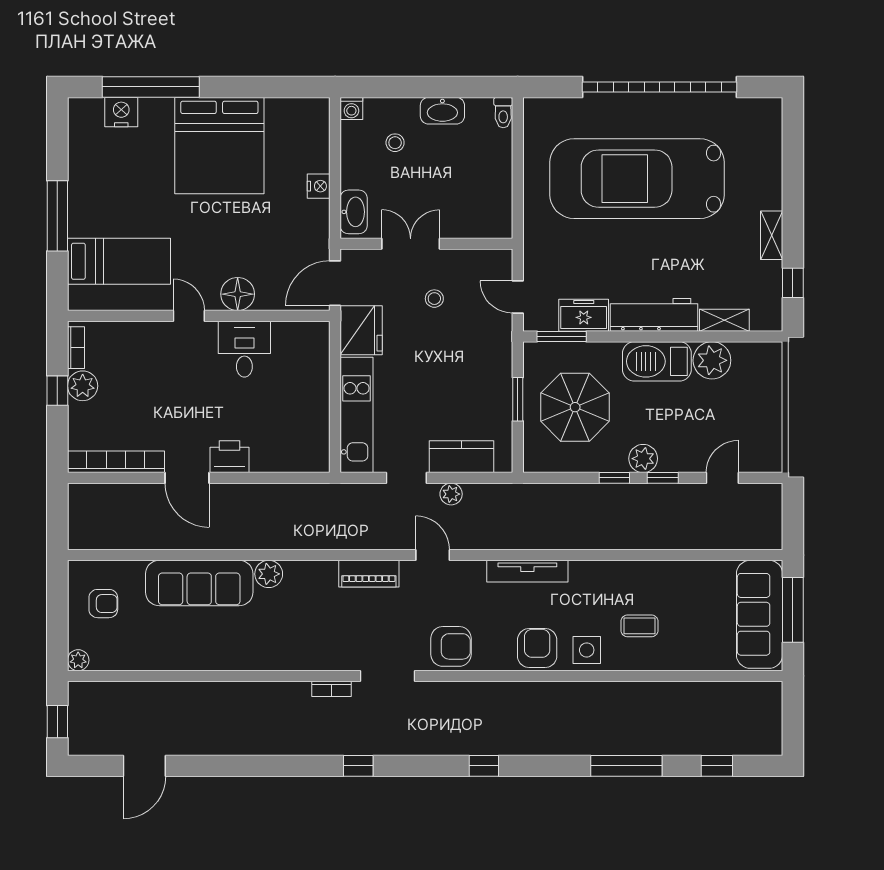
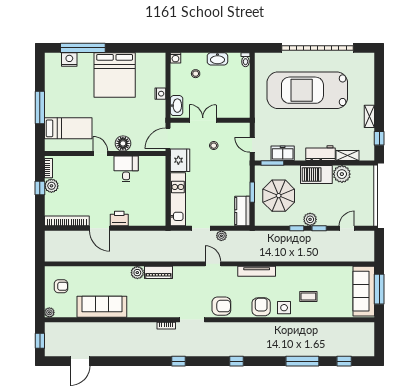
workbench: (654, 315) -> (321, 153), width x0.73
kitchen counter: (461, 457) -> (242, 211), moved, turned -90
piano: (369, 574) -> (158, 272), moved
sofa: (199, 583) -> (102, 307), moved, turned 180

